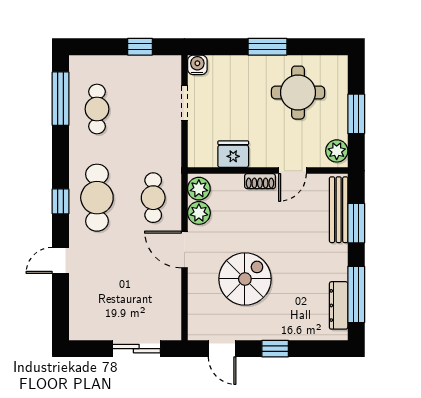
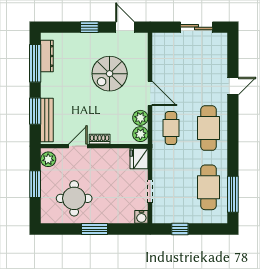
cafe table: (97, 109) -> (209, 187), width x1.37, depth x1.35
fridge: (233, 154) -> (139, 159), moved, turned 90
window: (61, 201) -> (233, 126), removed
sliding door: (136, 349) -> (197, 27), moved

